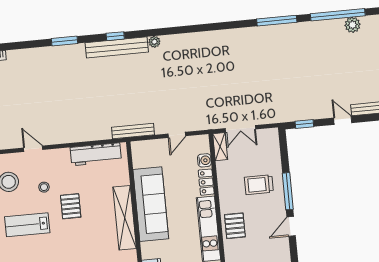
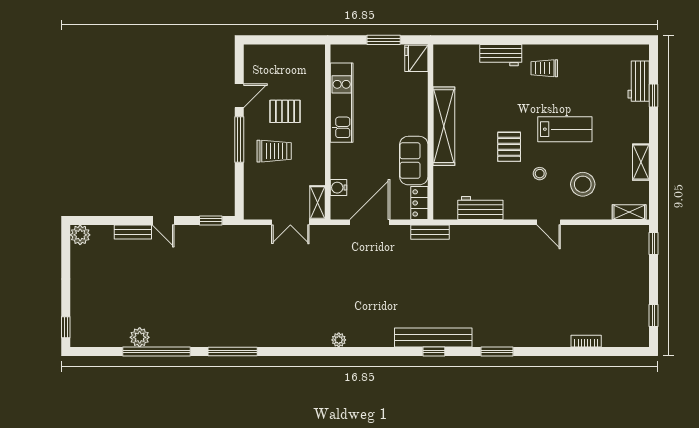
plant: (154, 42) -> (339, 340), moved
double door: (240, 129) -> (290, 222), swing flipped
bench: (133, 131) -> (430, 232), width x0.73
door: (177, 135) -> (370, 222), width x1.88
workbench: (96, 154) -> (480, 208), width x0.73
locker: (206, 182) -> (419, 203), moved, turned 180
sofa: (151, 204) -> (414, 161), width x0.54, depth x0.79
pallet: (235, 226) -> (285, 111), moved, turned 90

